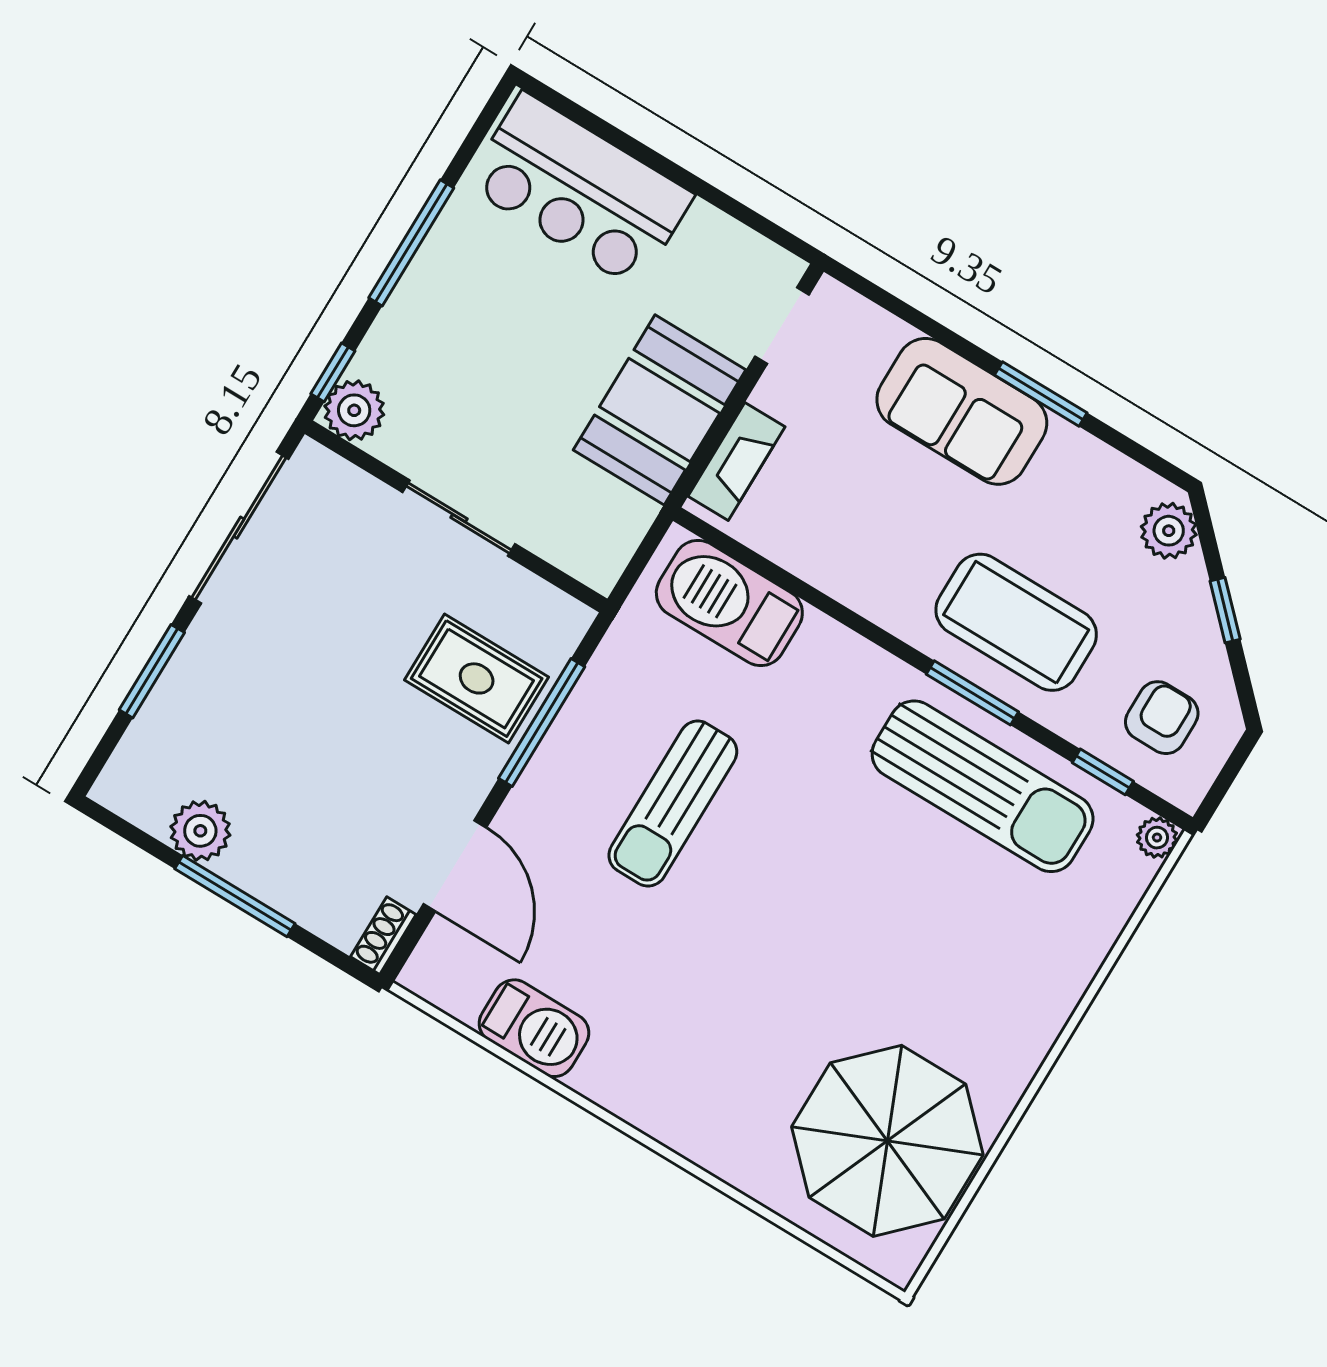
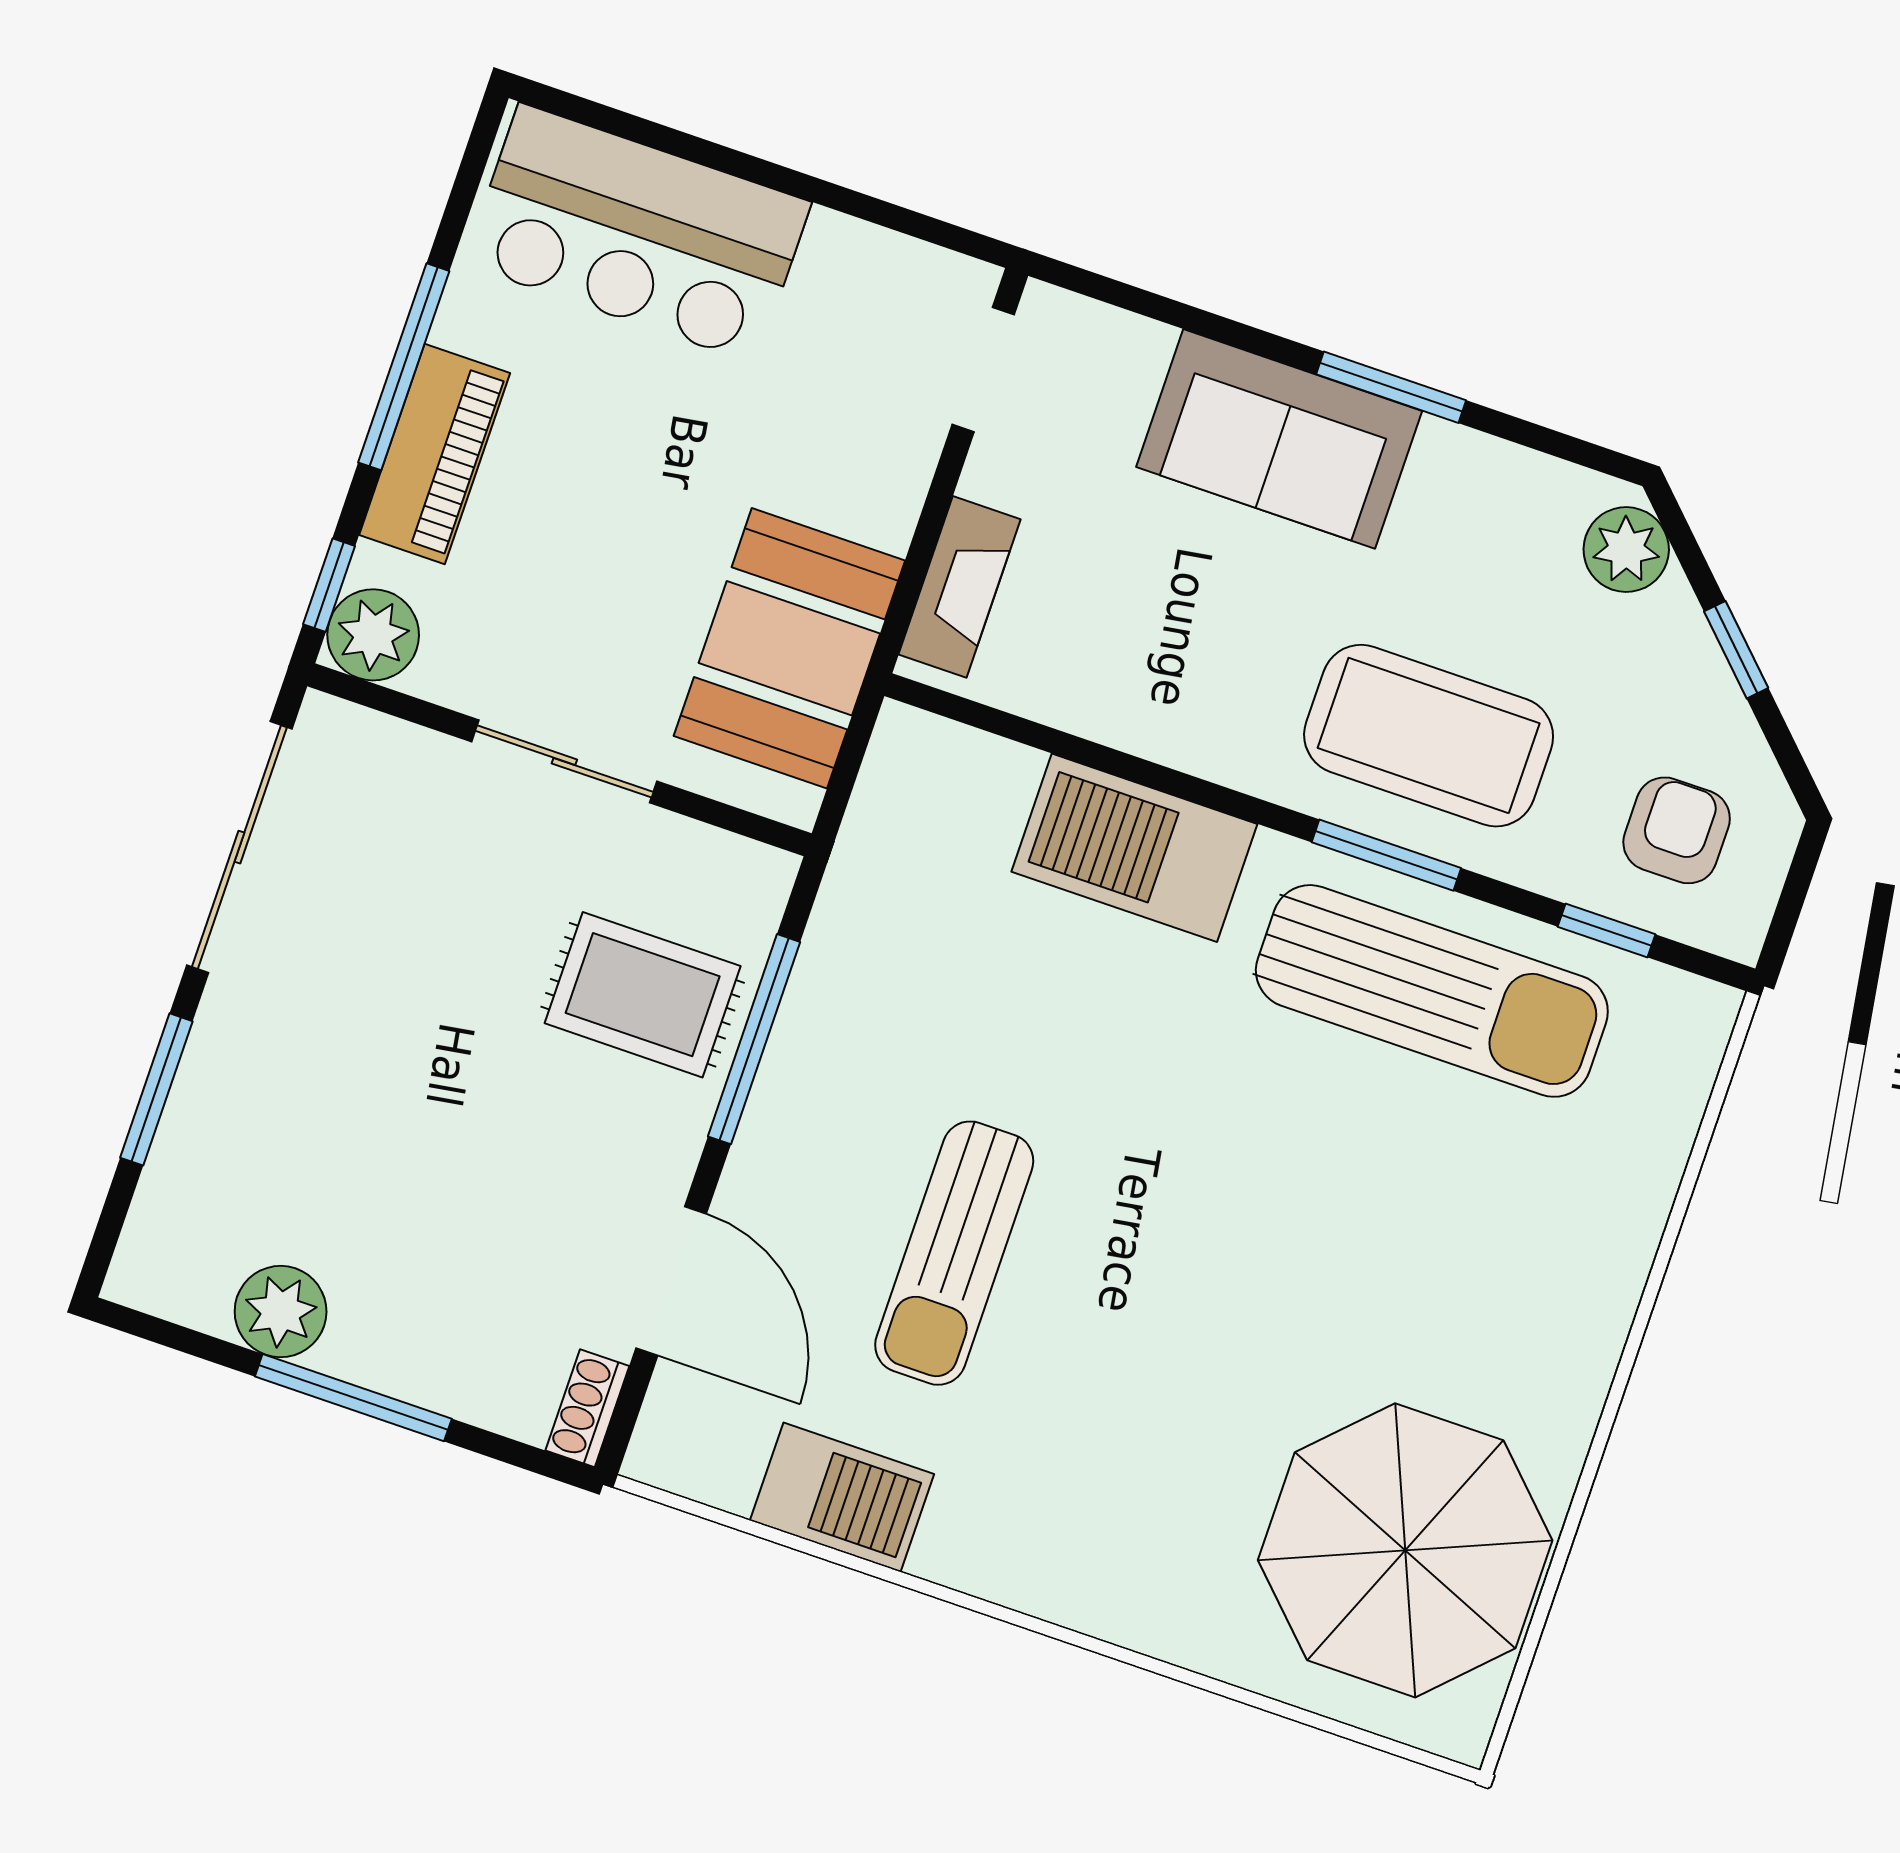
piano: (419, 303) -> (435, 454), added
booth: (660, 410) -> (789, 648), moved
barbecue: (729, 603) -> (1134, 848), moved
sun lounger: (673, 804) -> (954, 1253), moved
plant: (1157, 838) -> (1709, 1011), removed

